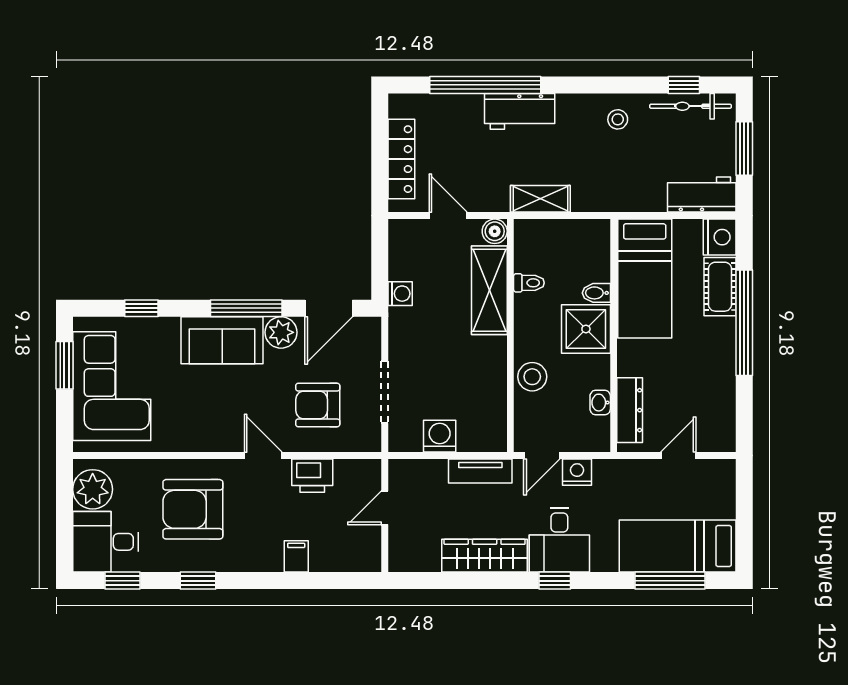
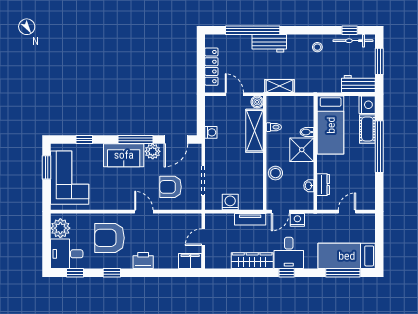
dresser: (630, 410) -> (323, 185), width x0.70
printer: (312, 476) -> (143, 260), moved, turned 180
filing cabinet: (296, 556) -> (190, 261), moved, width x2.00

